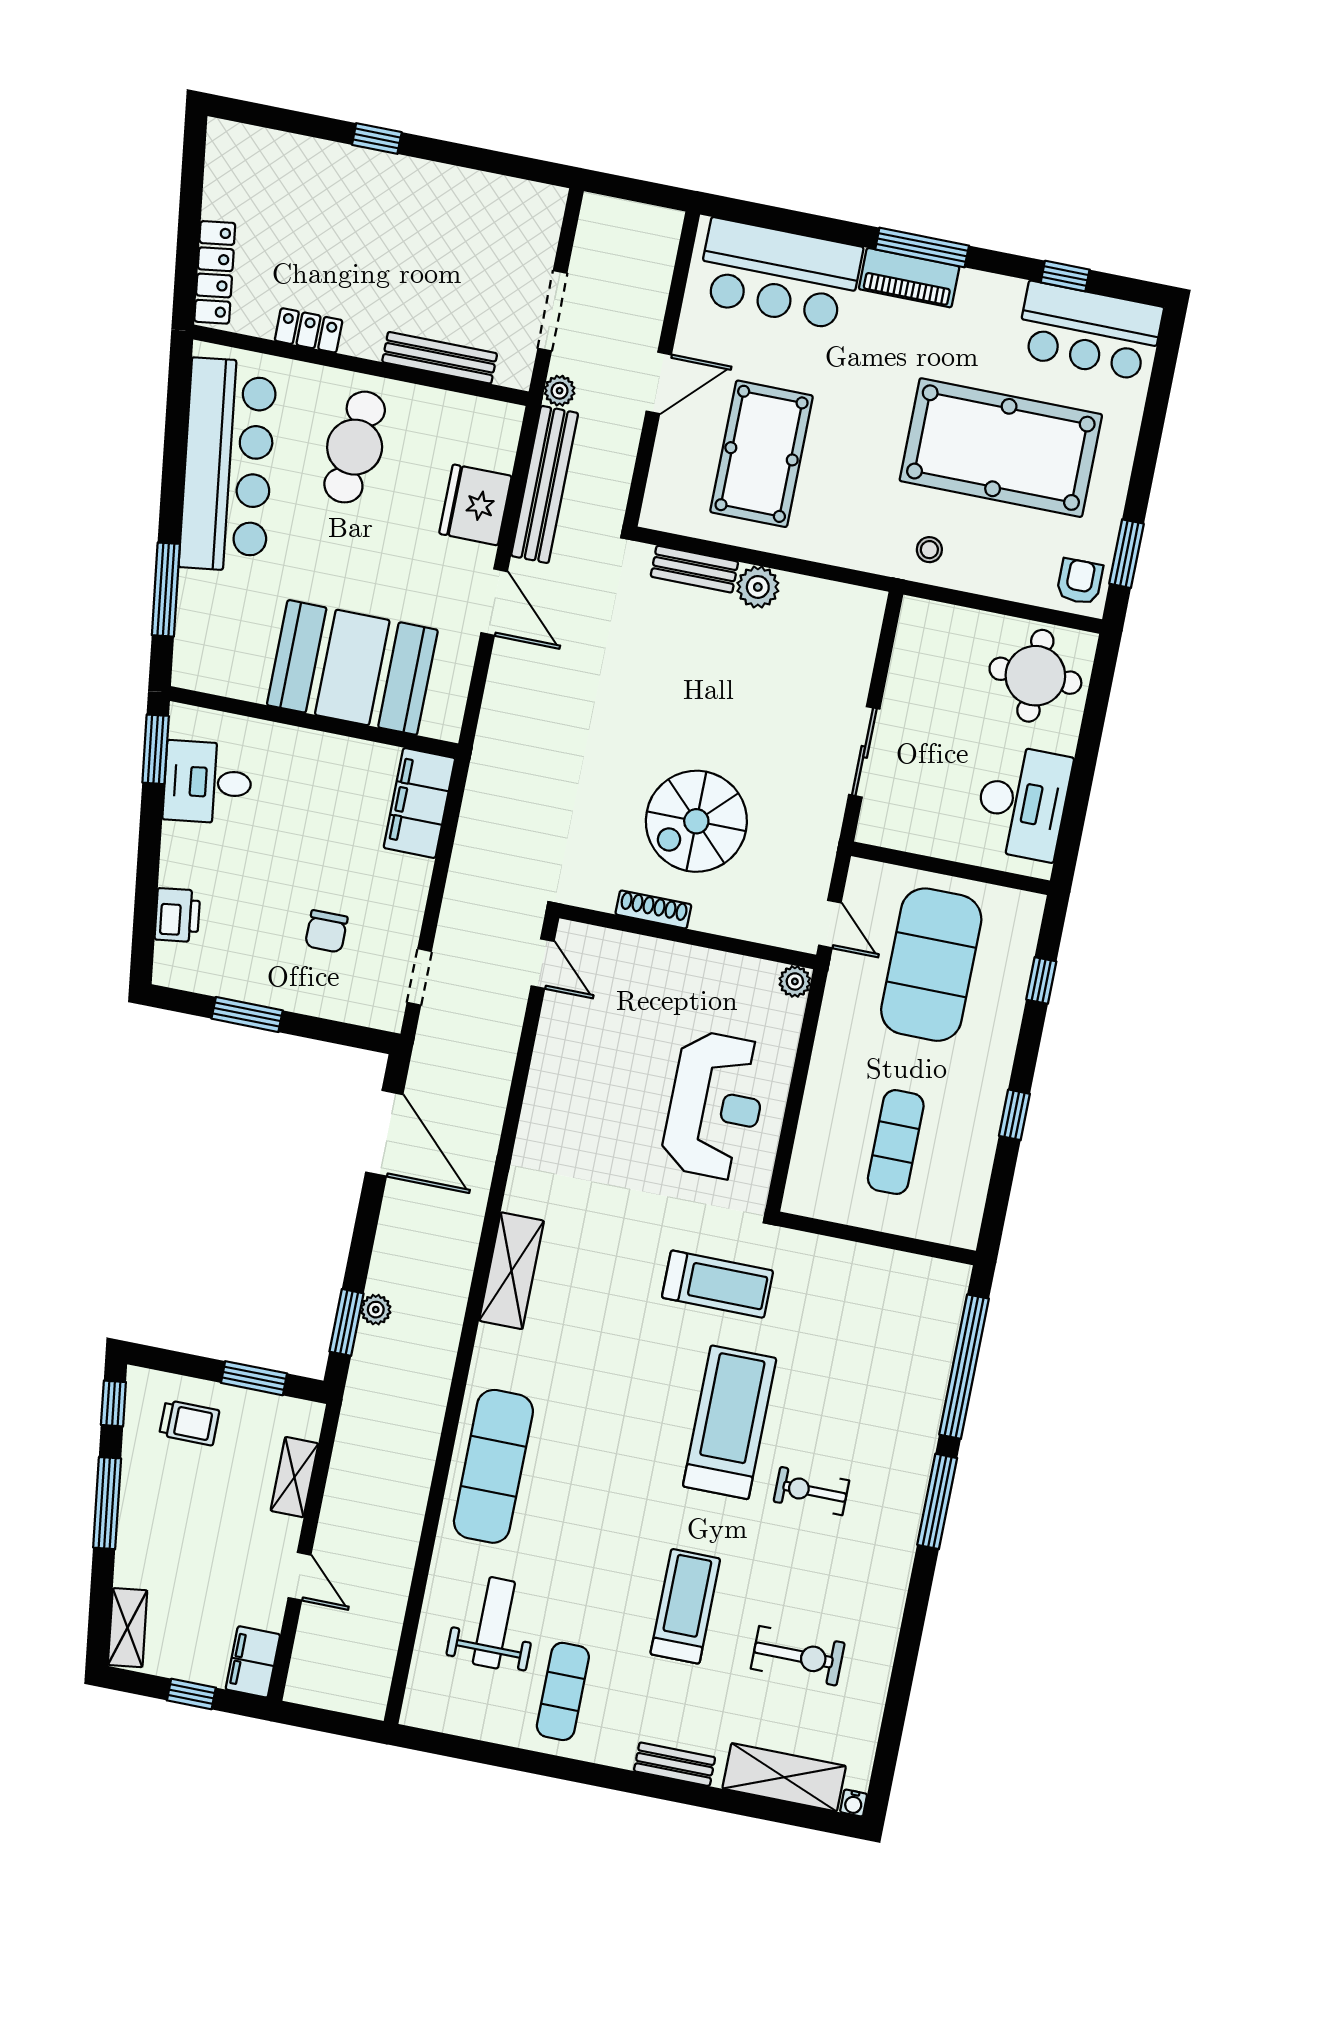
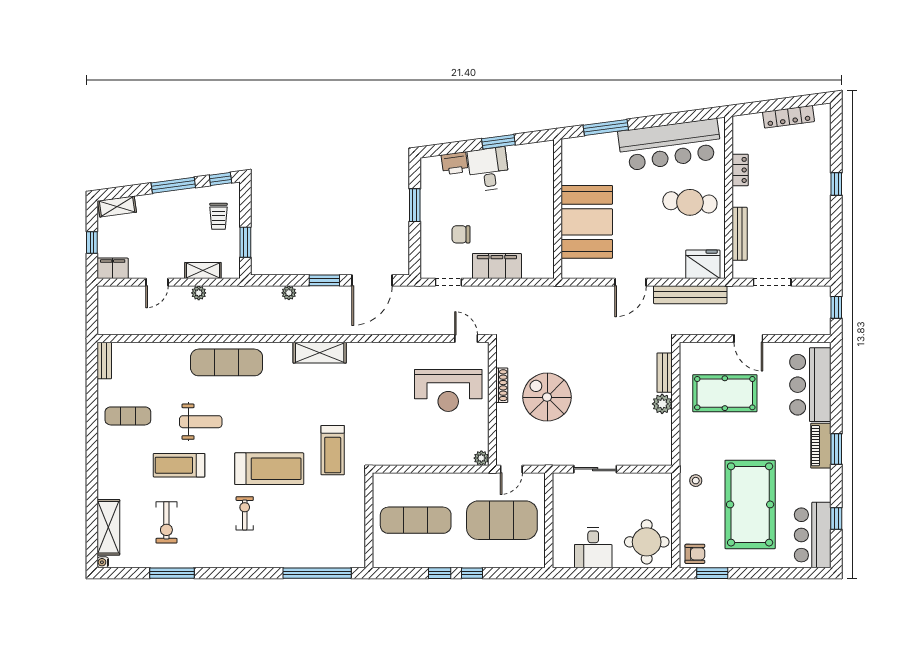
window: (631, 189) -> (836, 307), added
window: (922, 247) -> (836, 449), width x0.69
locker: (215, 272) -> (788, 117), moved
plant: (560, 391) -> (199, 293), moved
fridge: (475, 505) -> (703, 264), moved
window: (156, 749) -> (498, 142), moved
desk: (208, 782) -> (489, 169), moved
desk: (1022, 802) -> (593, 548), width x0.73
filing cabinet: (419, 803) -> (497, 266), moved
door: (543, 964) -> (466, 339), swing flipped
window: (1041, 980) -> (472, 573), moved
reception desk: (715, 1106) -> (448, 390), moved
exercise mat: (896, 1142) -> (416, 520), width x1.36, depth x1.45
window: (346, 1322) -> (324, 280), moved
window: (937, 1501) -> (172, 573), moved
treadmill: (685, 1606) -> (179, 465), turned 180
weight bench: (494, 1623) -> (201, 422), moved
bench: (675, 1764) -> (104, 361), moved

